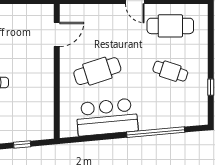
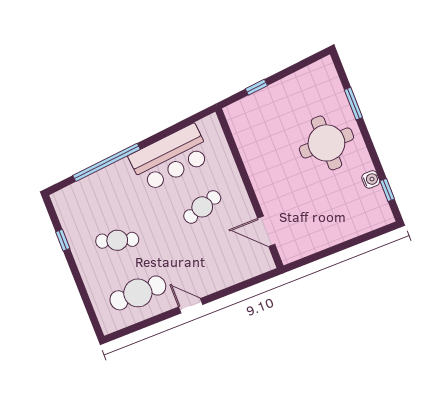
door: (57, 34) -> (266, 231), hinge flipped
cafe table: (97, 71) -> (202, 207), width x0.73, depth x0.74

